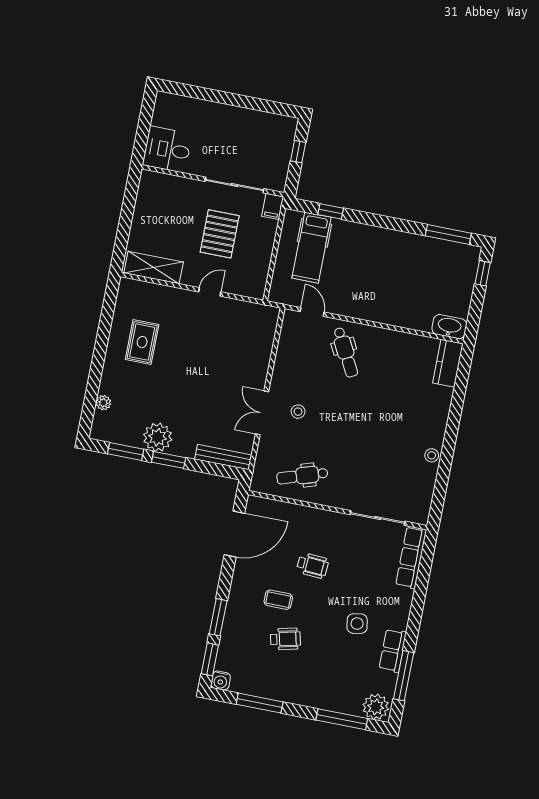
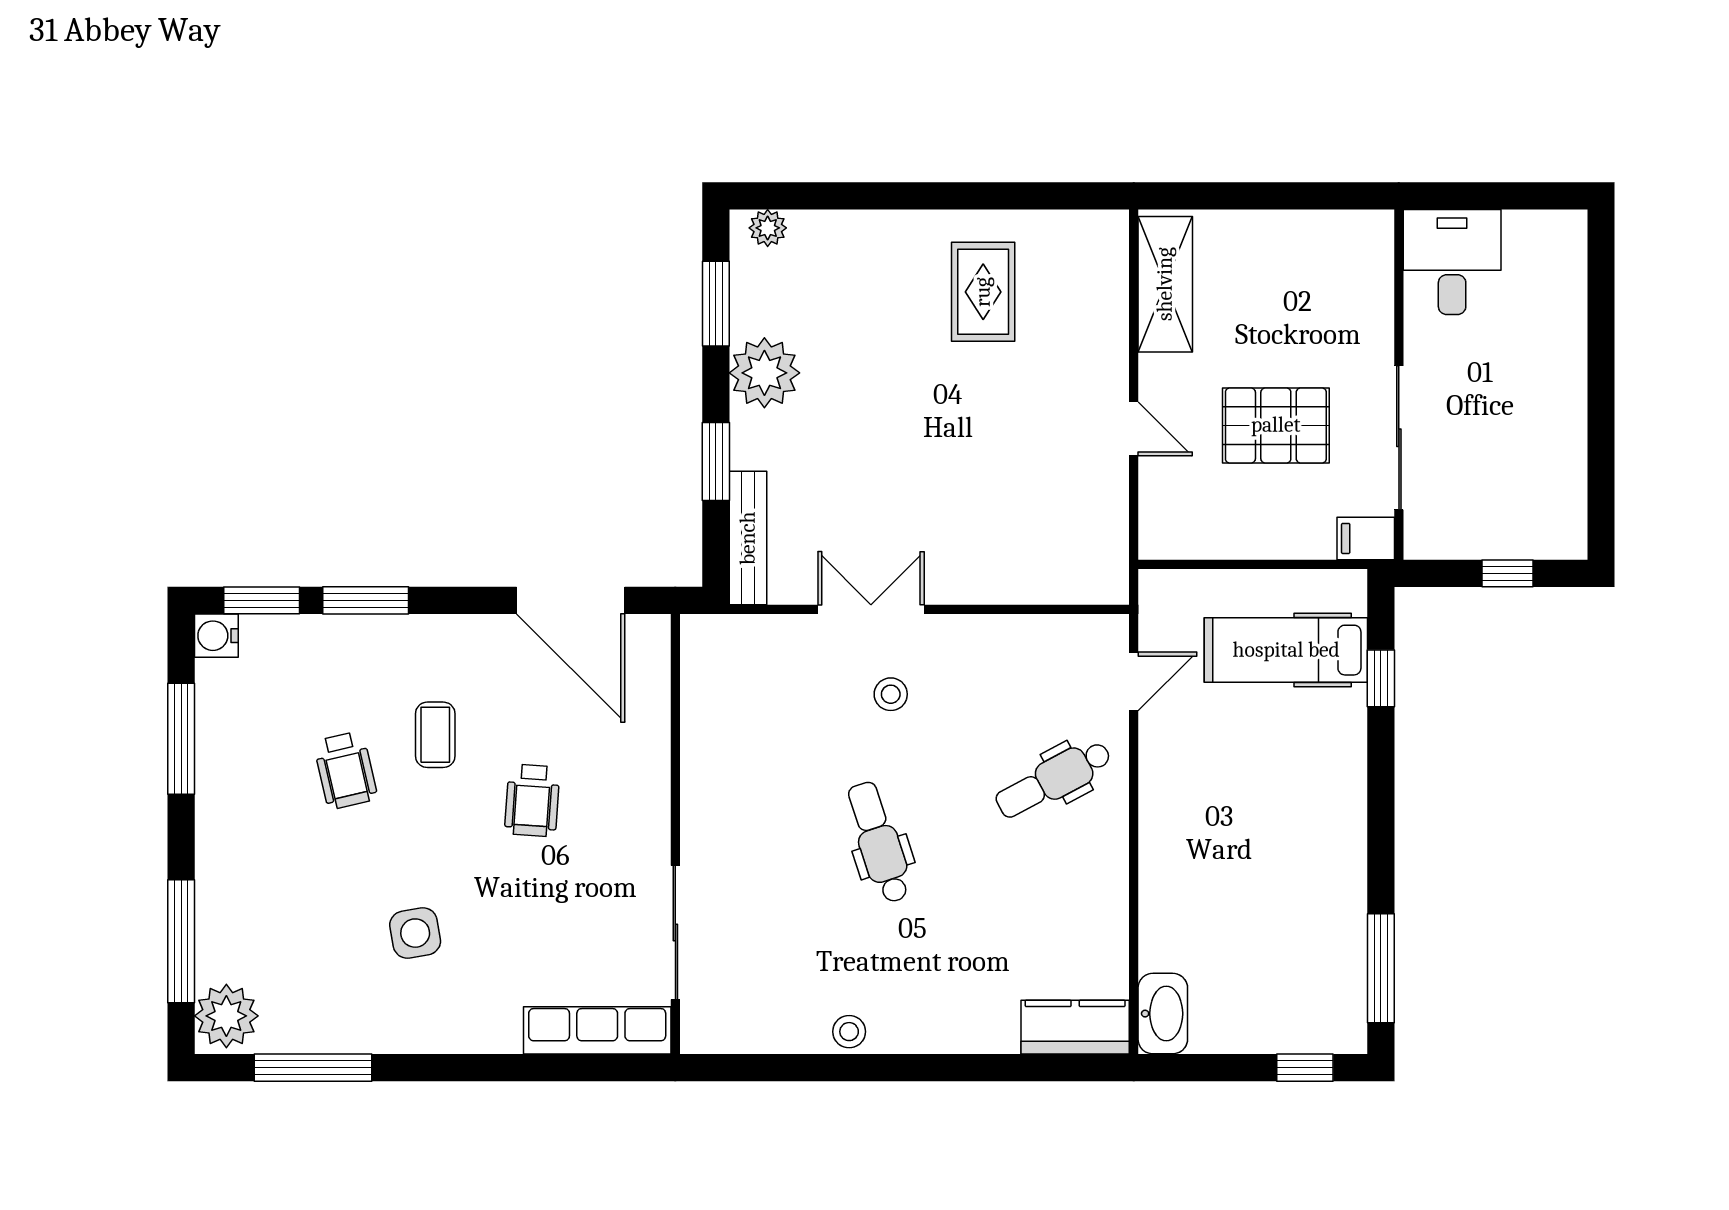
rug: (142, 342) -> (983, 292), turned 90
plant: (103, 403) -> (768, 228), moved
window: (169, 460) -> (716, 462), moved
dental chair: (302, 476) -> (879, 842), moved
row of seats: (393, 651) -> (368, 1030), removed

